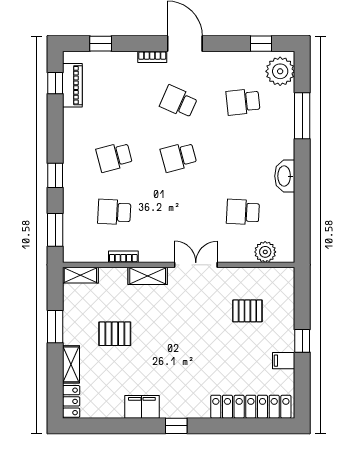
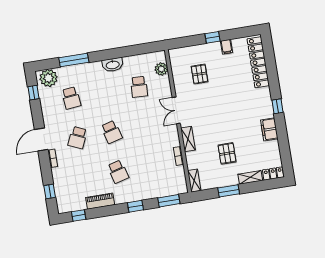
piano: (72, 85) -> (100, 201), moved
school desk: (114, 212) -> (152, 166), removed

